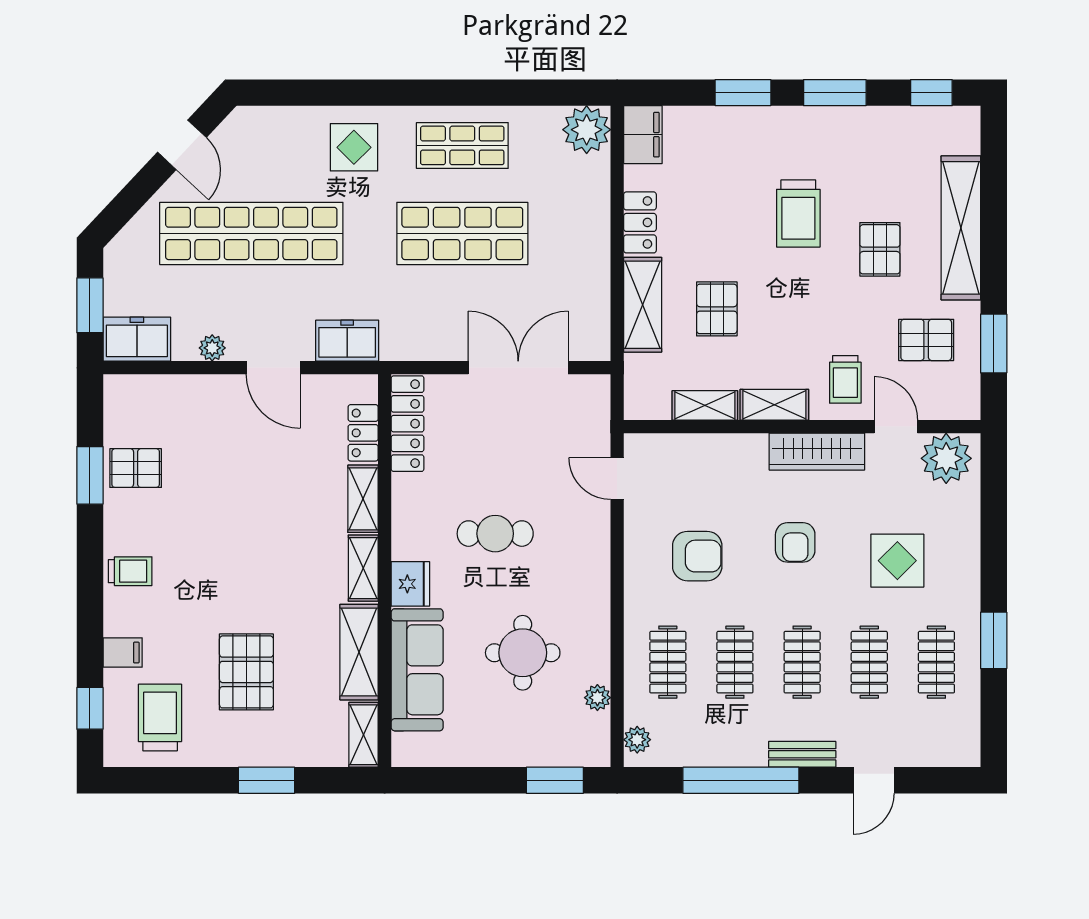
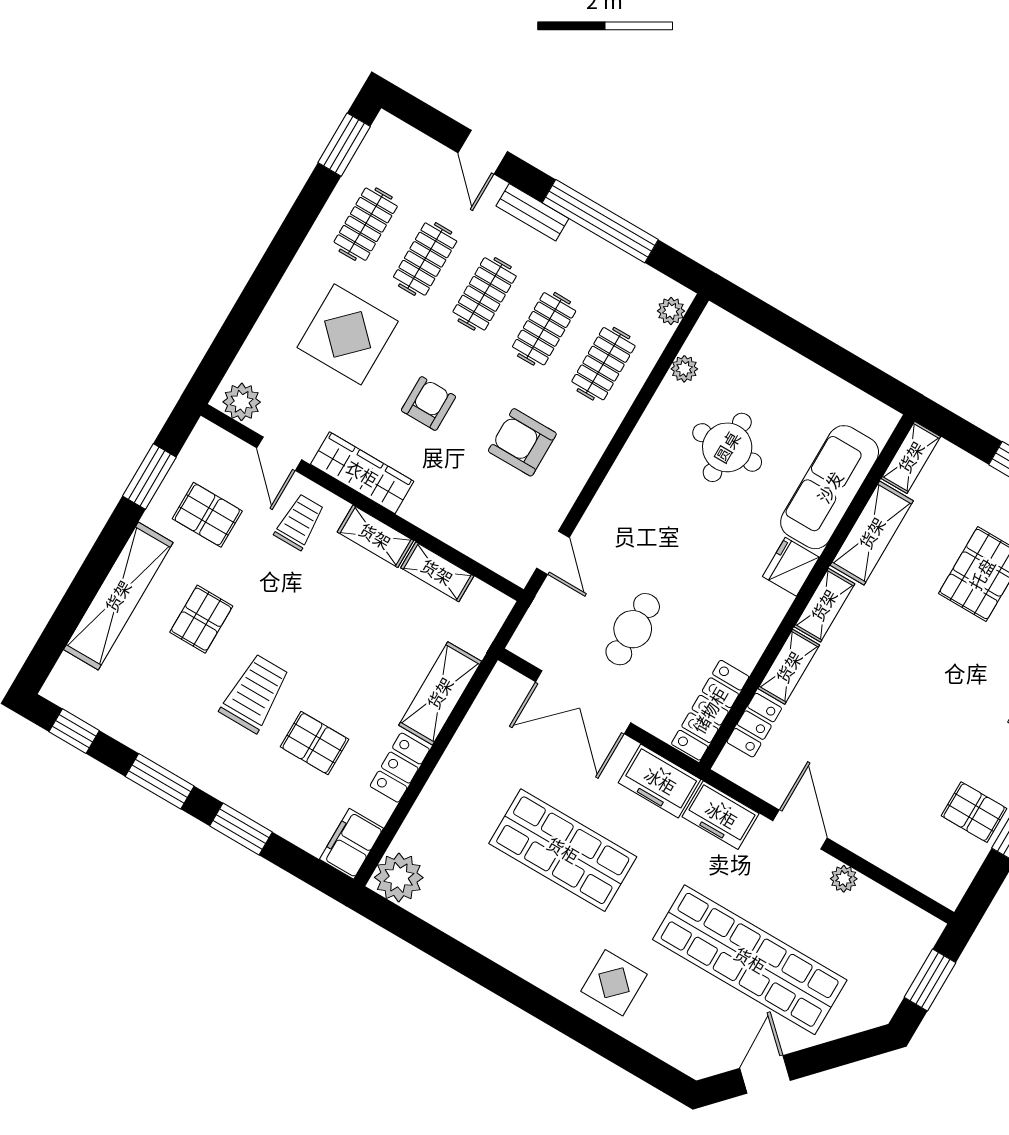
shop shelf: (462, 145) -> (517, 928), removed
pallet: (717, 309) -> (314, 743), moved, turned 90
freezer: (137, 339) -> (660, 781), moved
plant: (946, 458) -> (242, 402), width x0.73, depth x0.73
cafe table: (495, 534) -> (633, 629), moved, turned 90
display table: (897, 561) -> (348, 334), width x1.36, depth x1.36
window: (994, 640) -> (344, 145), moved
window: (555, 780) -> (765, 318), removed
door: (874, 780) -> (483, 152), swing flipped

